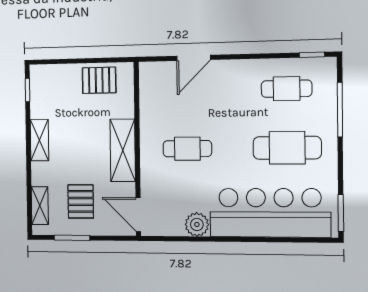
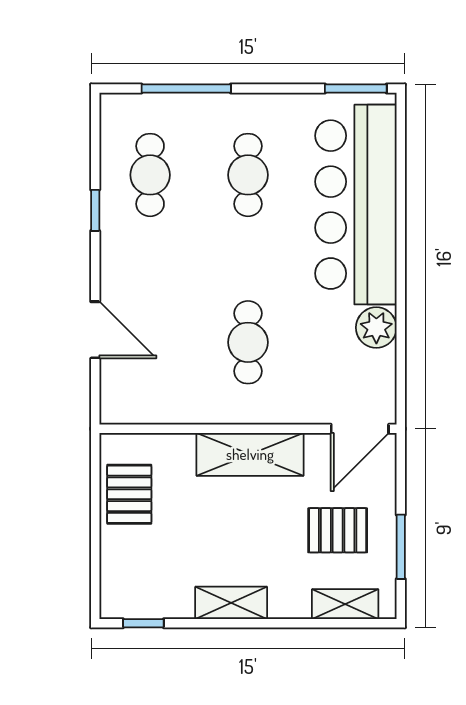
window: (312, 55) -> (95, 210), moved
cafe table: (287, 148) -> (248, 175), width x0.73, depth x0.74

